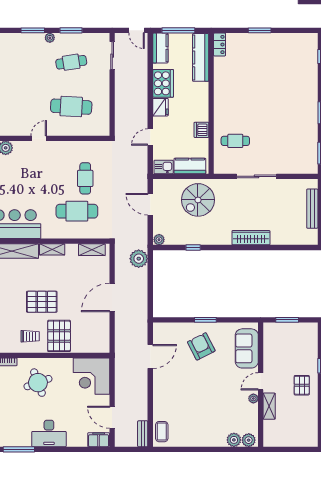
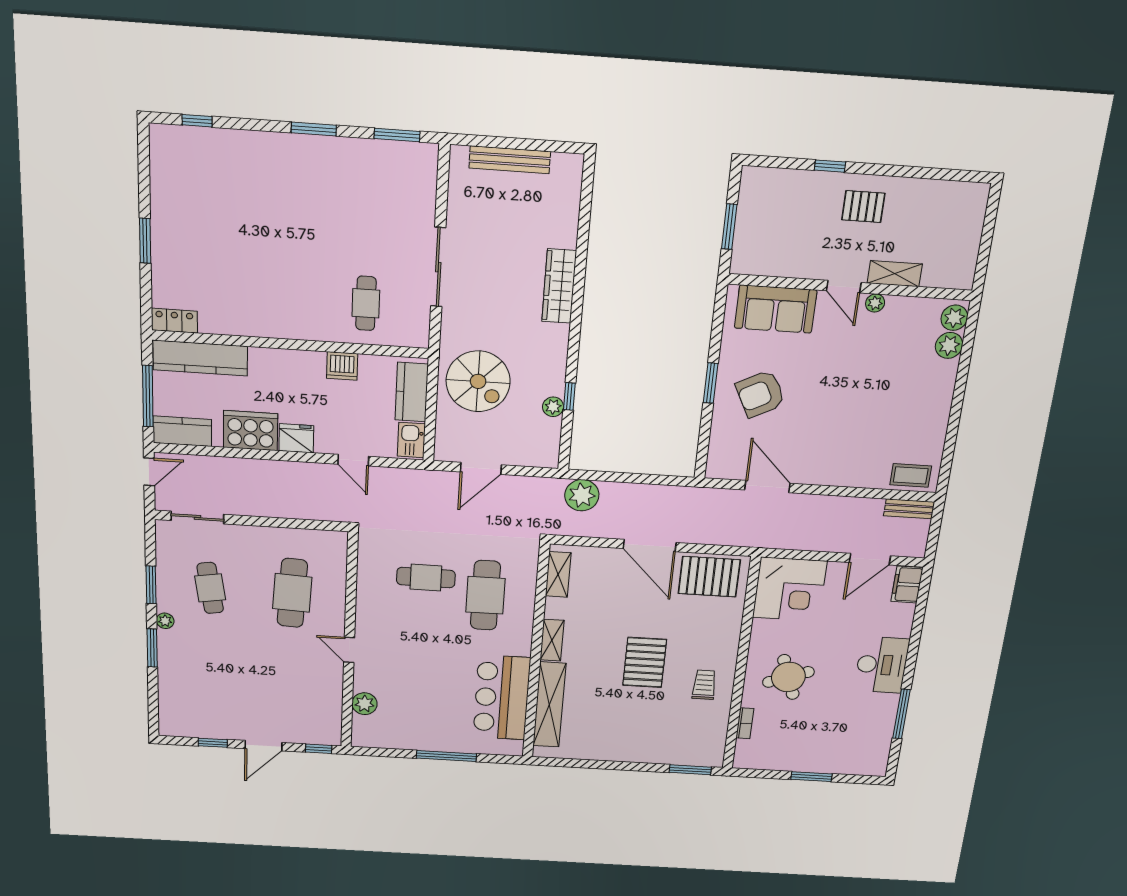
plant: (159, 240) -> (553, 407), moved
pallet: (59, 336) -> (709, 577), moved

